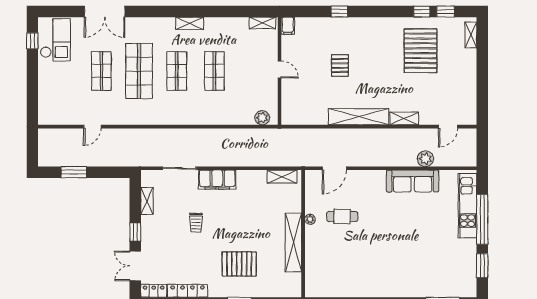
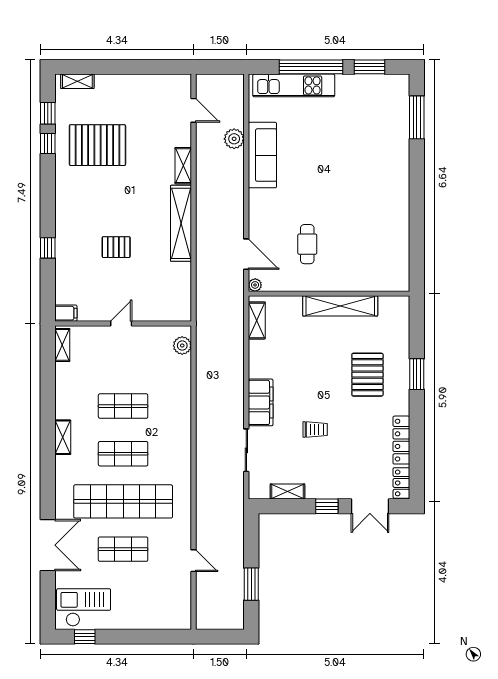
shop shelf: (139, 71) -> (123, 501), width x1.40
plant: (310, 219) -> (255, 285), moved

